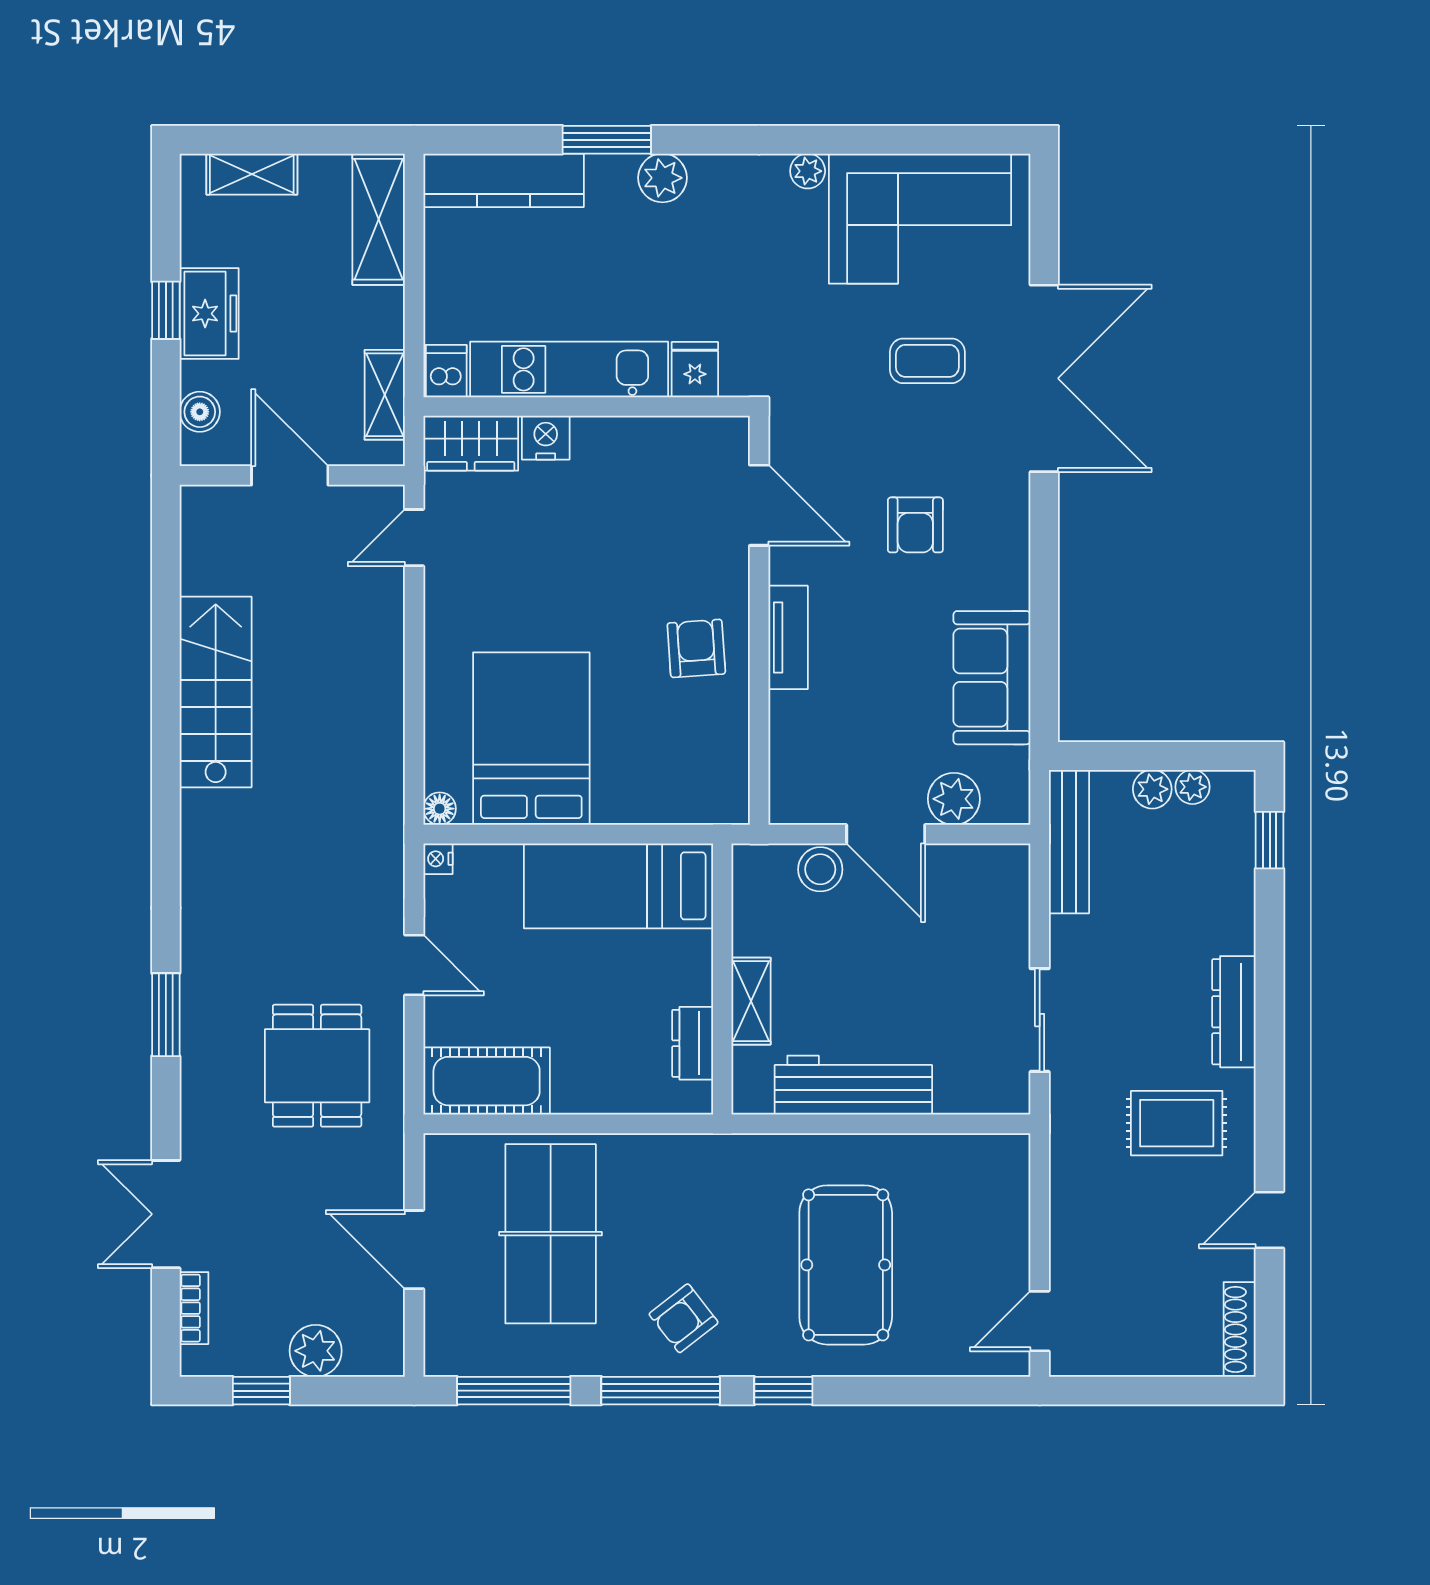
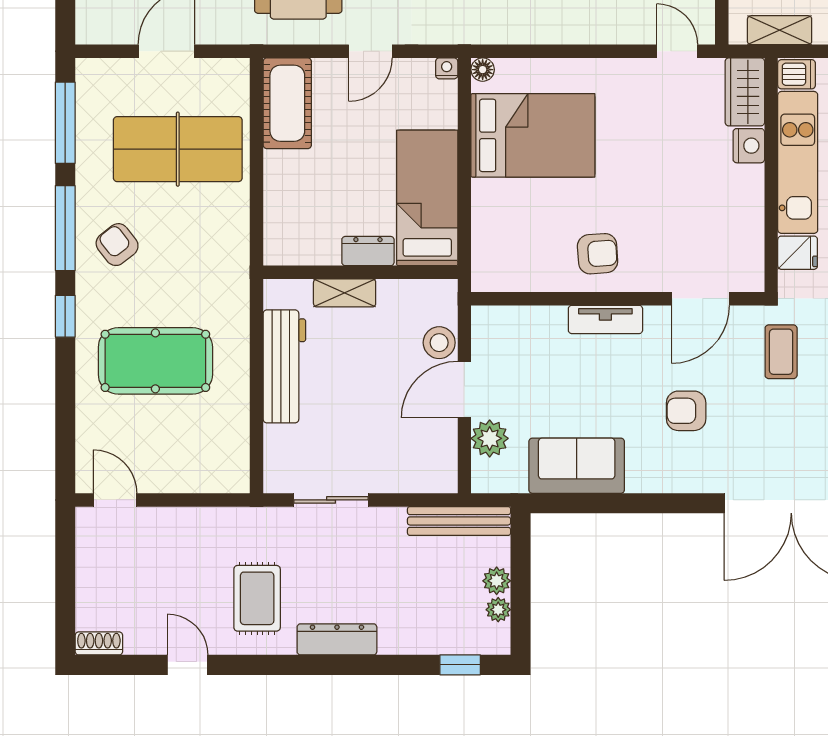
coffee table: (927, 361) -> (781, 352), moved
dresser: (693, 1043) -> (368, 251), moved
shoe rack: (1240, 1329) -> (99, 643), width x0.70

